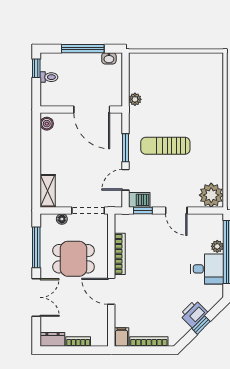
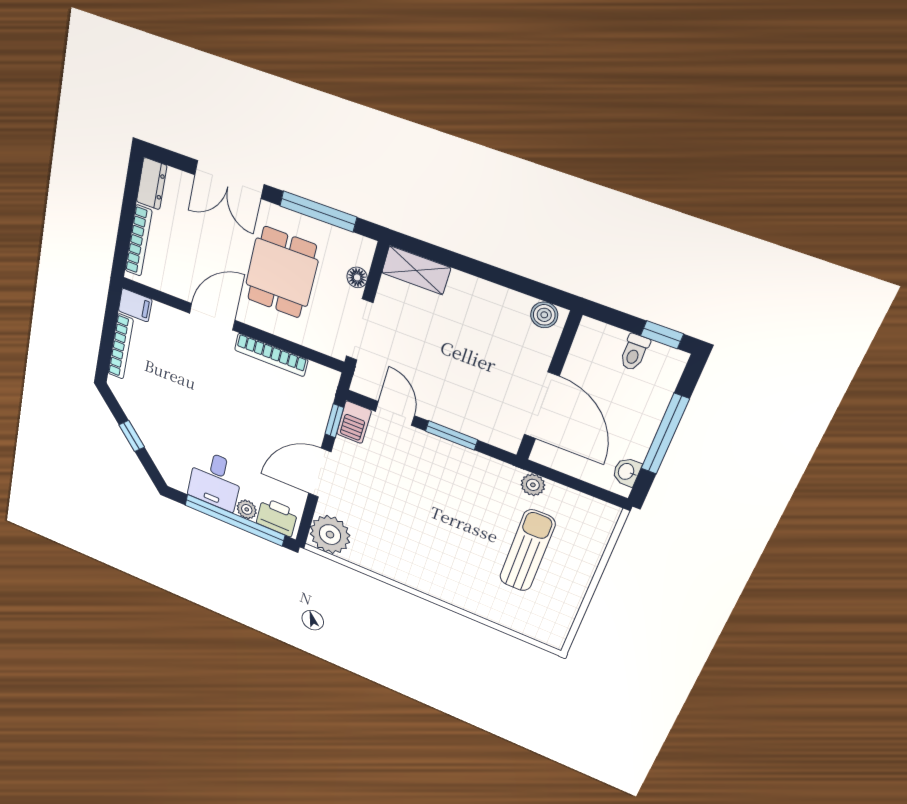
door: (92, 109) -> (542, 406), swing flipped
sun lounger: (165, 146) -> (527, 551), moved
door: (176, 210) -> (320, 473), width x1.38
printer: (194, 314) -> (277, 517), moved, turned -45
bookcase: (78, 341) -> (138, 241), width x1.56

